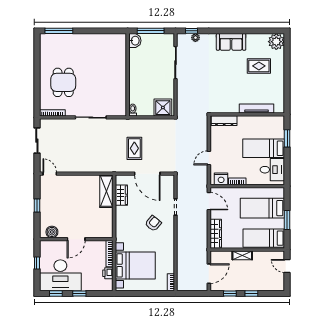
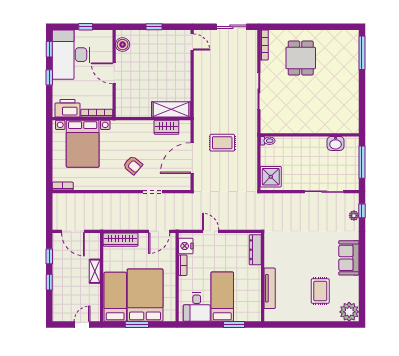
washbasin: (135, 41) -> (336, 143), moved
dining table: (63, 82) -> (301, 58), turned 90
door: (50, 174) -> (192, 42), hinge flipped
bed: (262, 208) -> (145, 295), width x1.50
printer: (108, 273) -> (67, 108), width x1.87, depth x1.48

